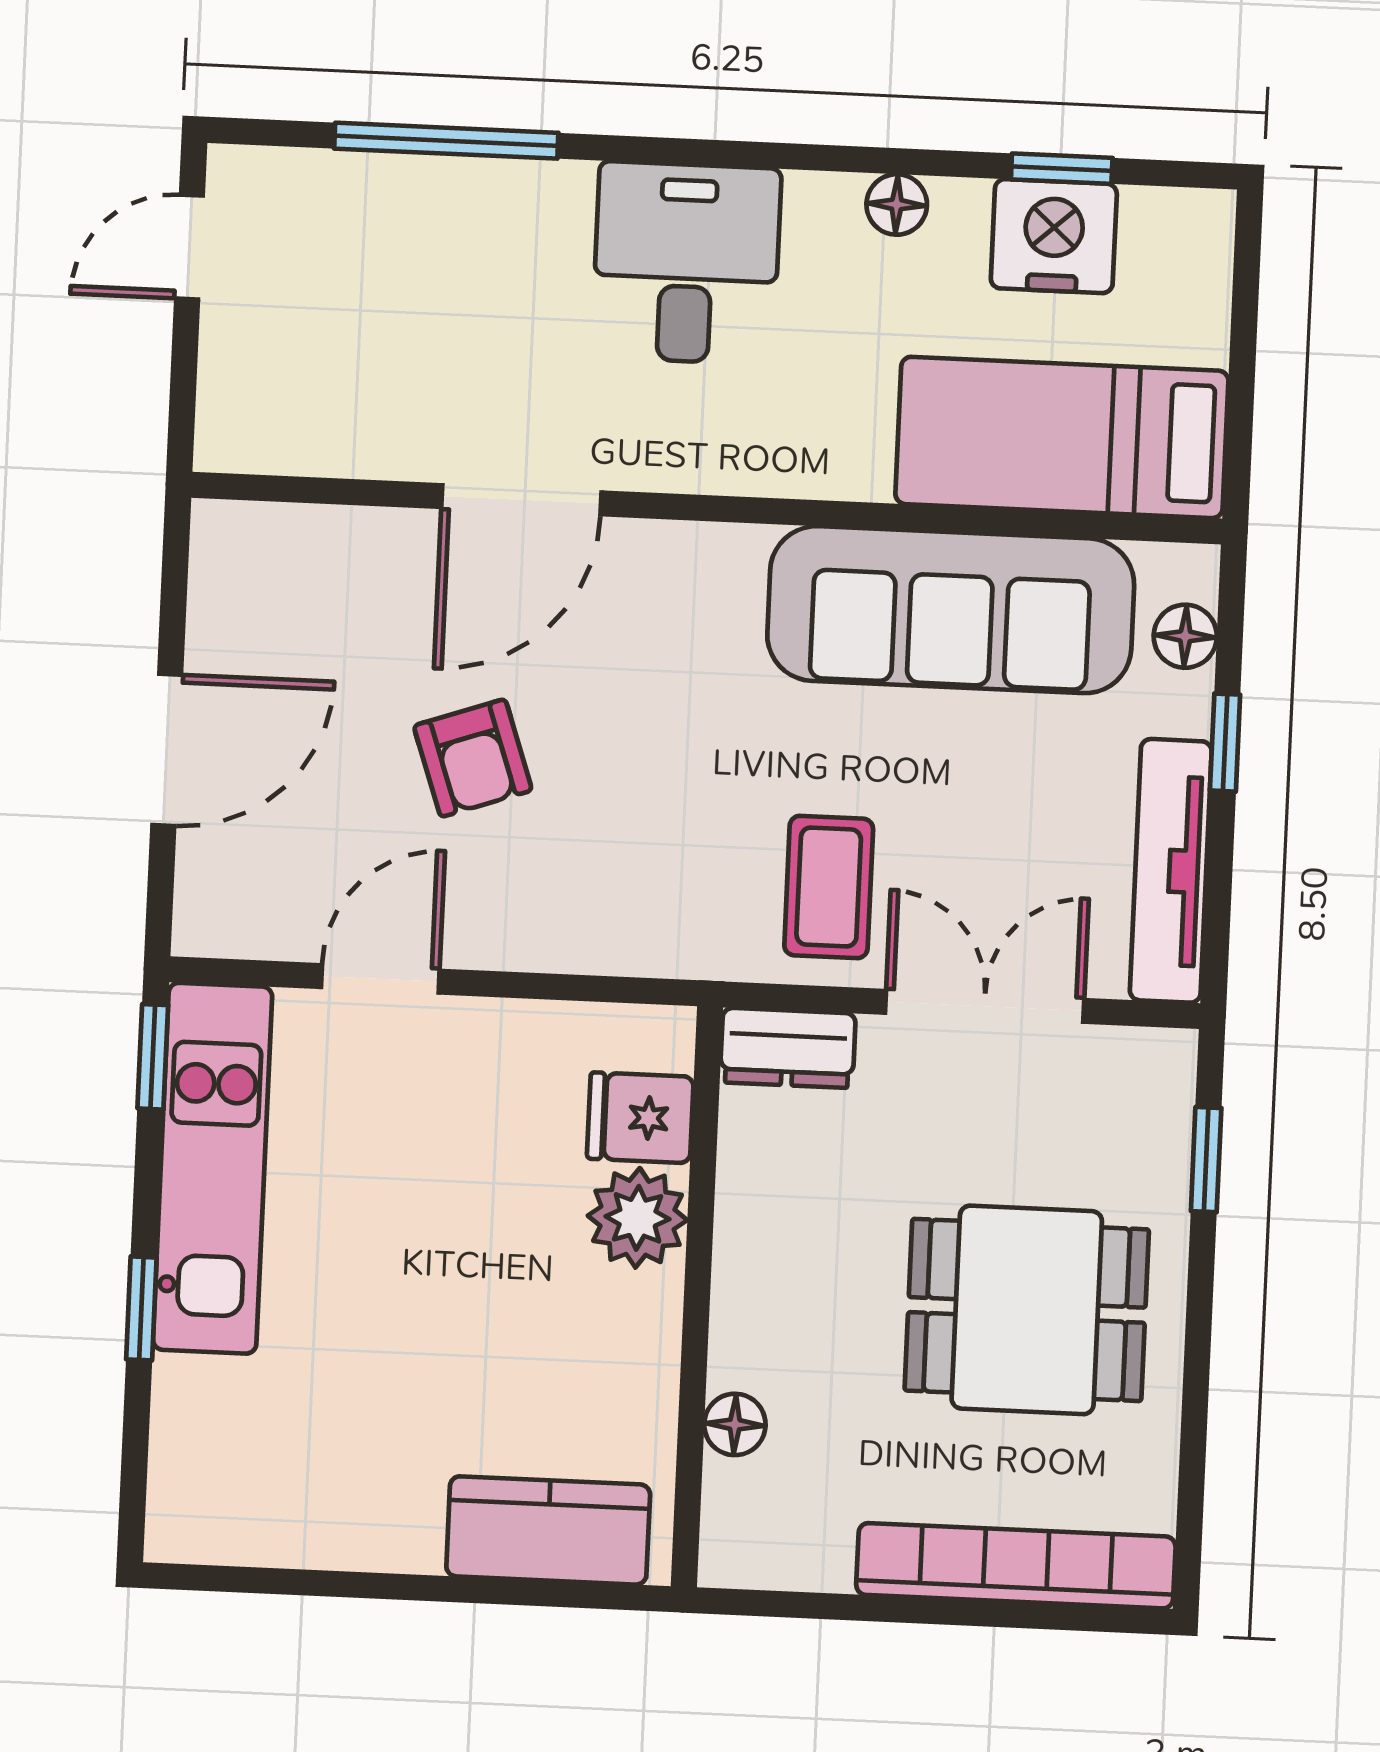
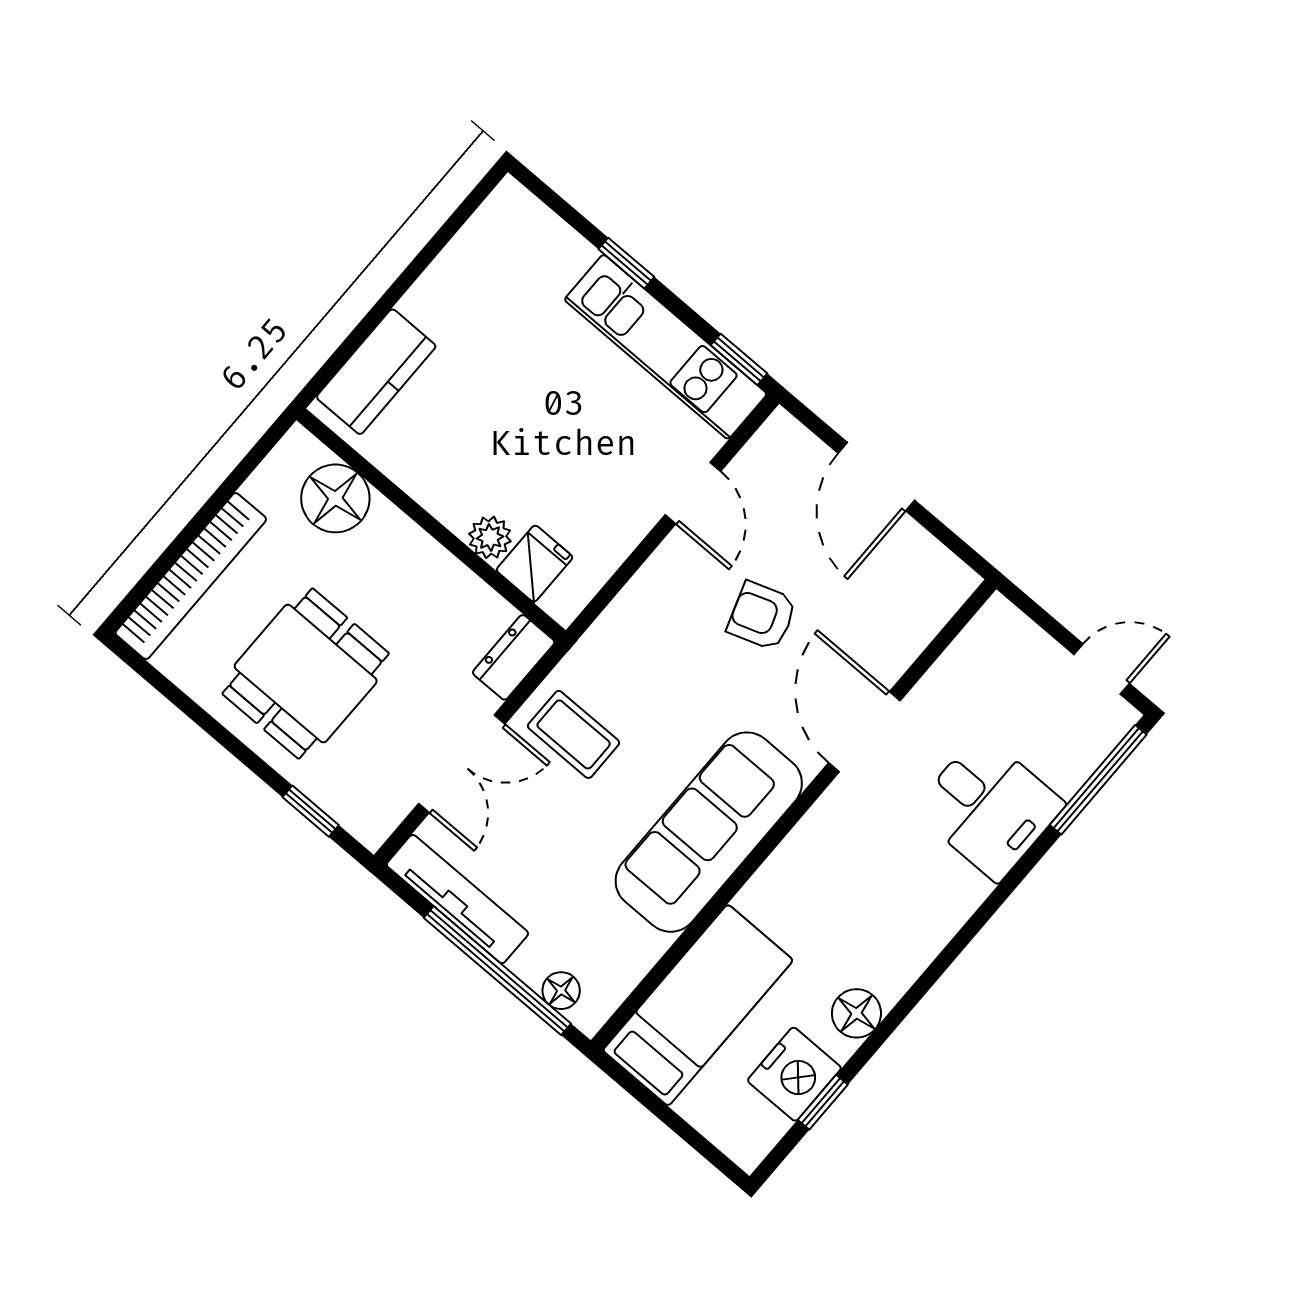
window: (446, 141) -> (1098, 780), moved
floor lamp: (897, 204) -> (856, 1013), width x1.37, depth x1.37
door: (190, 247) -> (1102, 669), hinge flipped
desk: (686, 263) -> (989, 807), moved
sofa: (951, 610) -> (709, 832), moved
window: (1225, 743) -> (497, 971), width x3.17
plant: (638, 1218) -> (490, 537), width x0.73, depth x0.73
floor lamp: (735, 1424) -> (335, 498), width x1.89, depth x1.89

